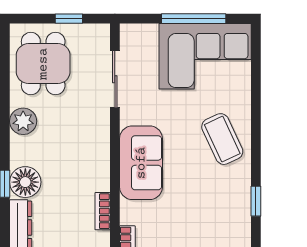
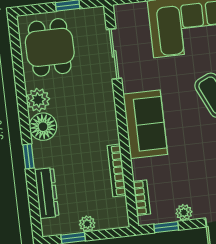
floor lamp: (25, 182) -> (43, 127), moved
bookcase: (103, 211) -> (117, 170), width x1.56

